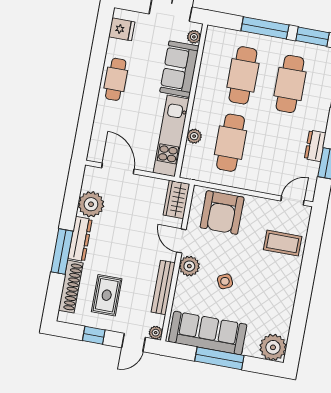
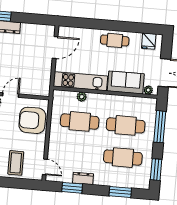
window: (265, 28) -> (160, 127), moved
wardrobe: (176, 199) -> (38, 89), removed
plant: (91, 204) -> (29, 32), removed

